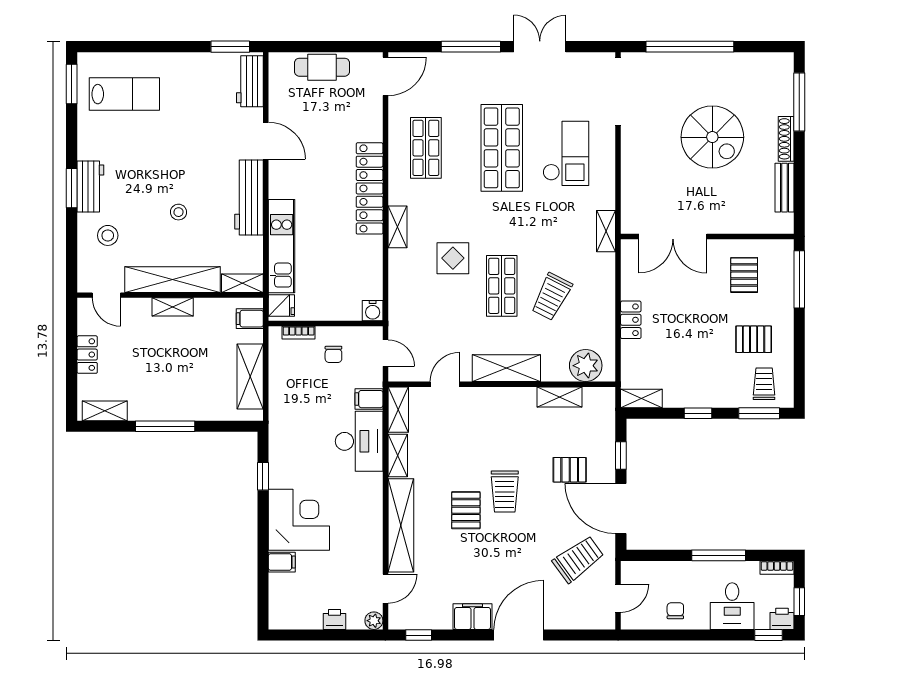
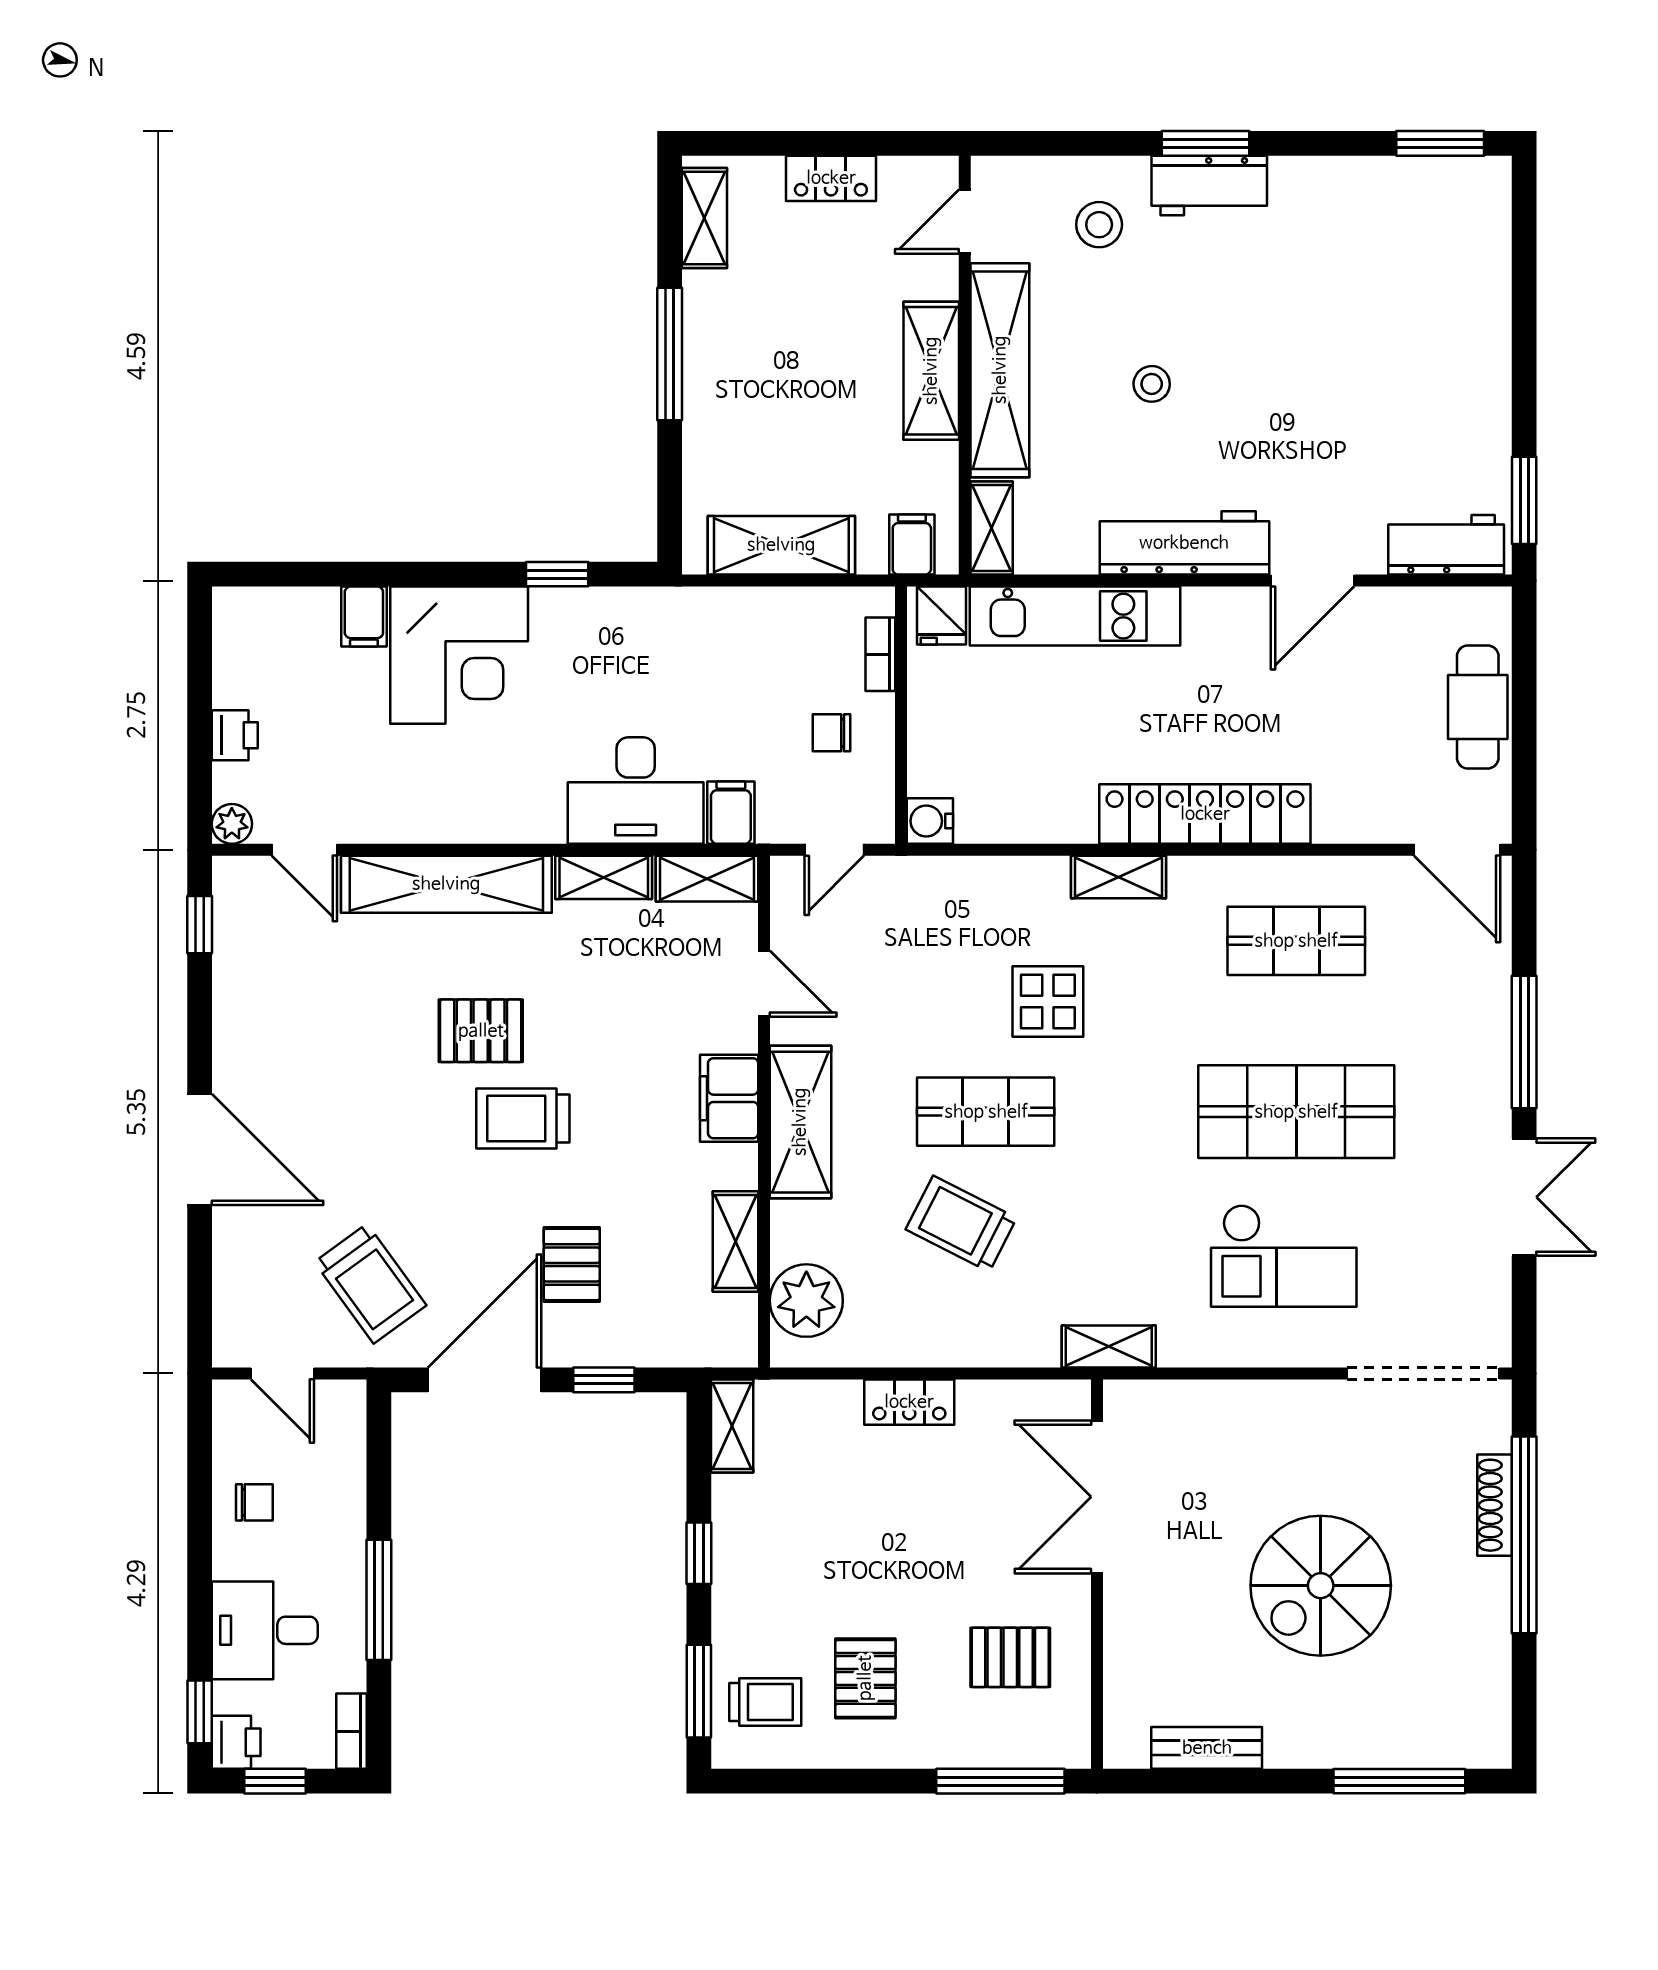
lab bench: (124, 94) -> (1417, 262), removed
shoe rack: (786, 139) -> (1495, 1505), moved, turned -90
shelving: (173, 307) -> (931, 371), width x1.50, depth x1.33
filing cabinet: (473, 617) -> (729, 1098), moved, turned 180

